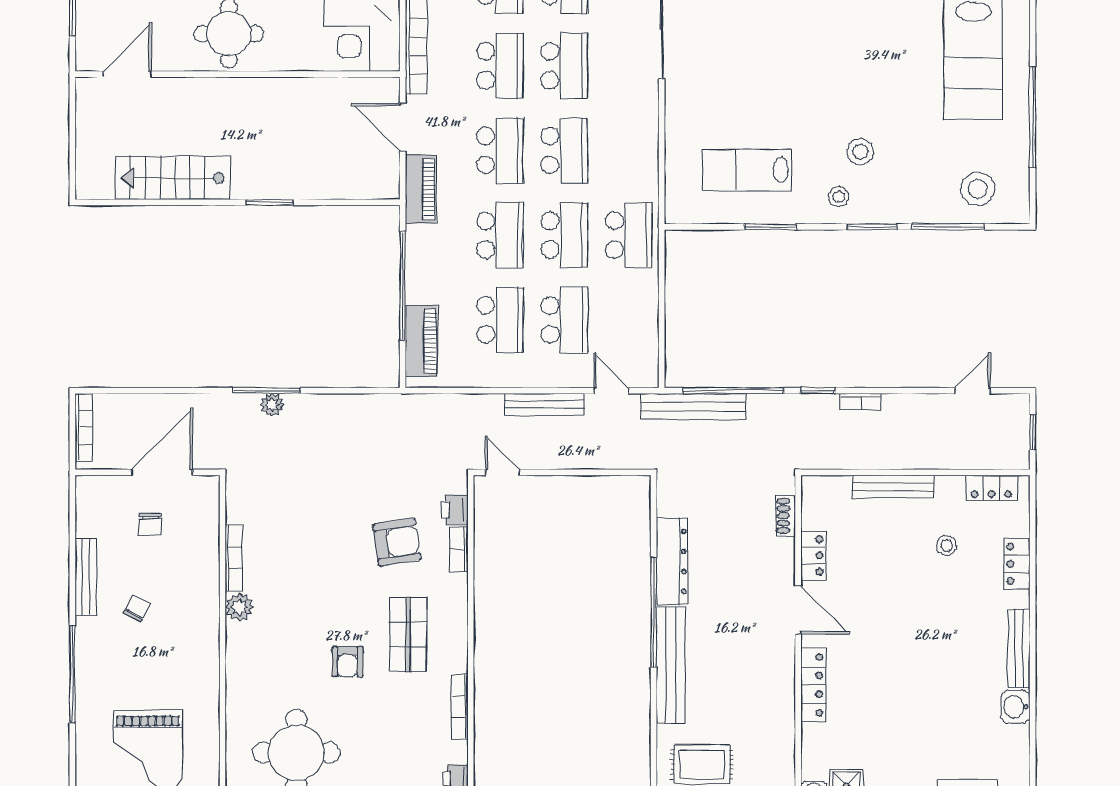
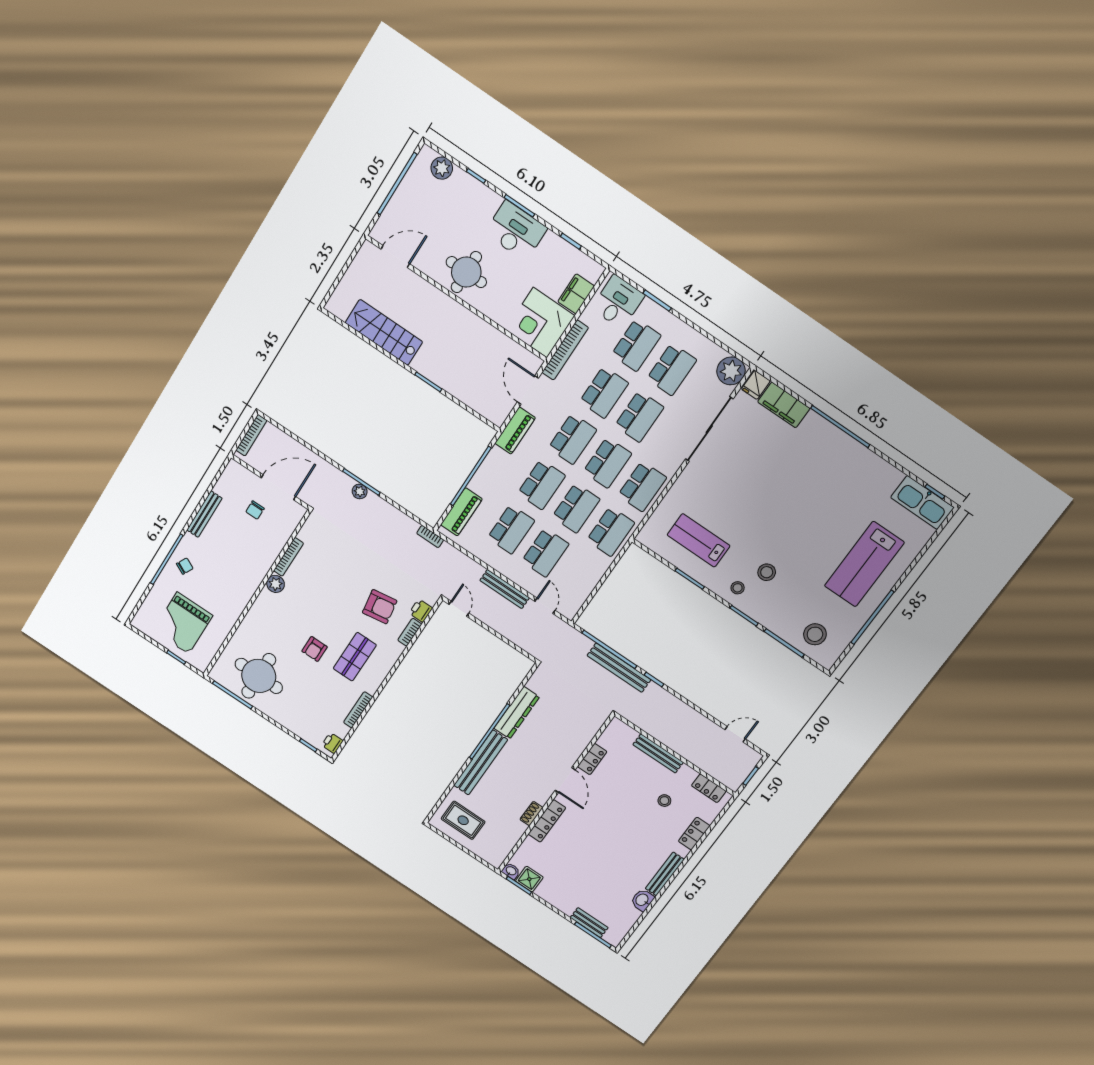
school desk: (629, 150) -> (642, 486), added
bookcase: (861, 402) -> (430, 537), moved
bench: (693, 406) -> (619, 668), moved
shoe rack: (786, 516) -> (531, 814), moved
chair: (137, 608) -> (185, 566), moved

